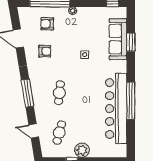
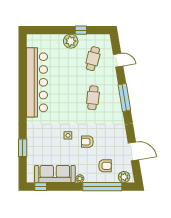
plant: (28, 12) -> (124, 177), added
sofa: (118, 39) -> (55, 174), moved, turned -90
armchair: (45, 51) -> (87, 142), moved
window: (131, 101) -> (23, 90), removed

